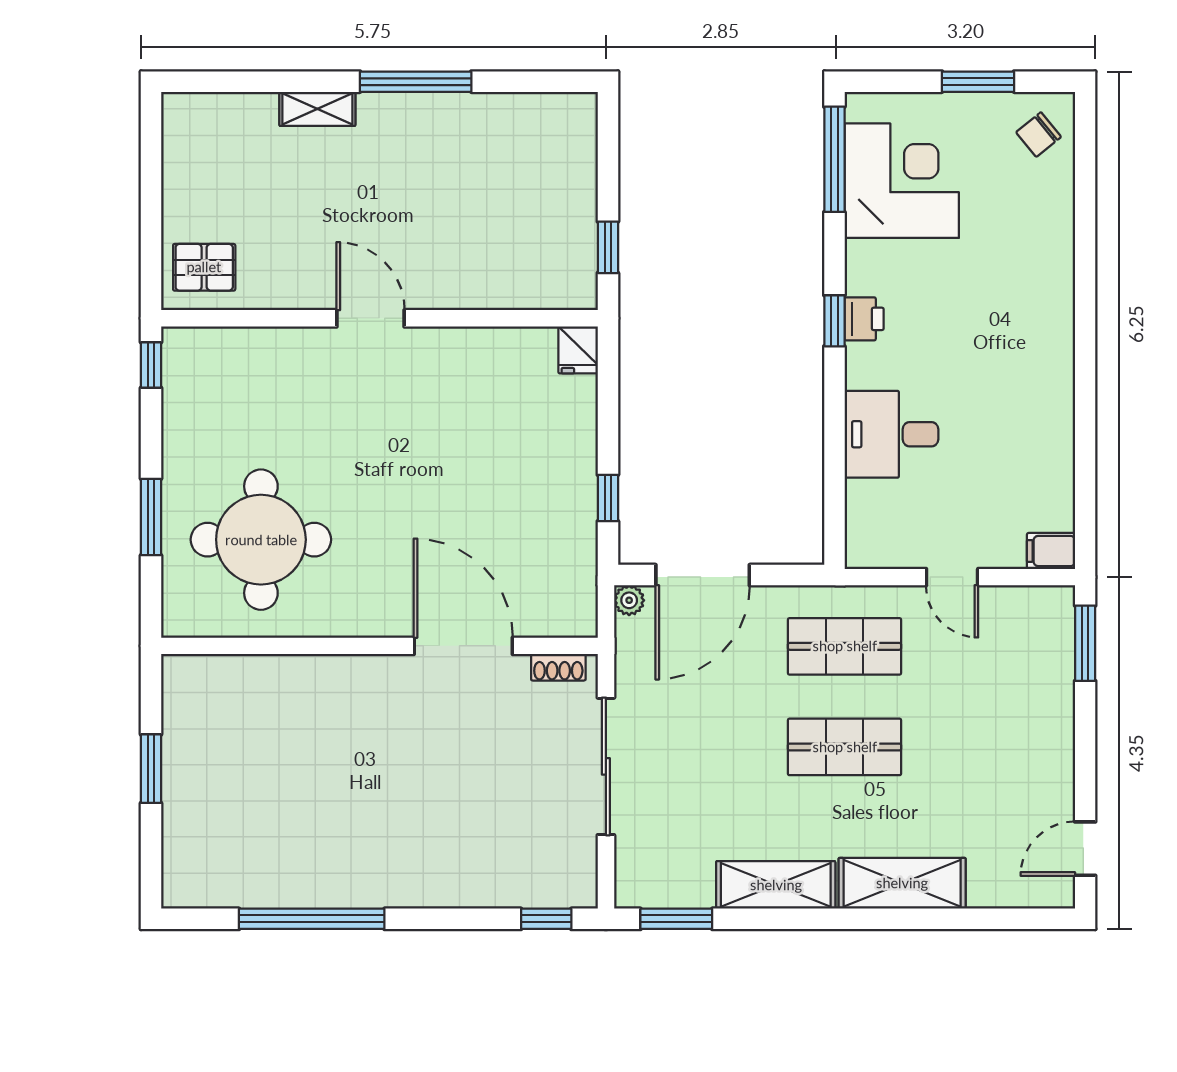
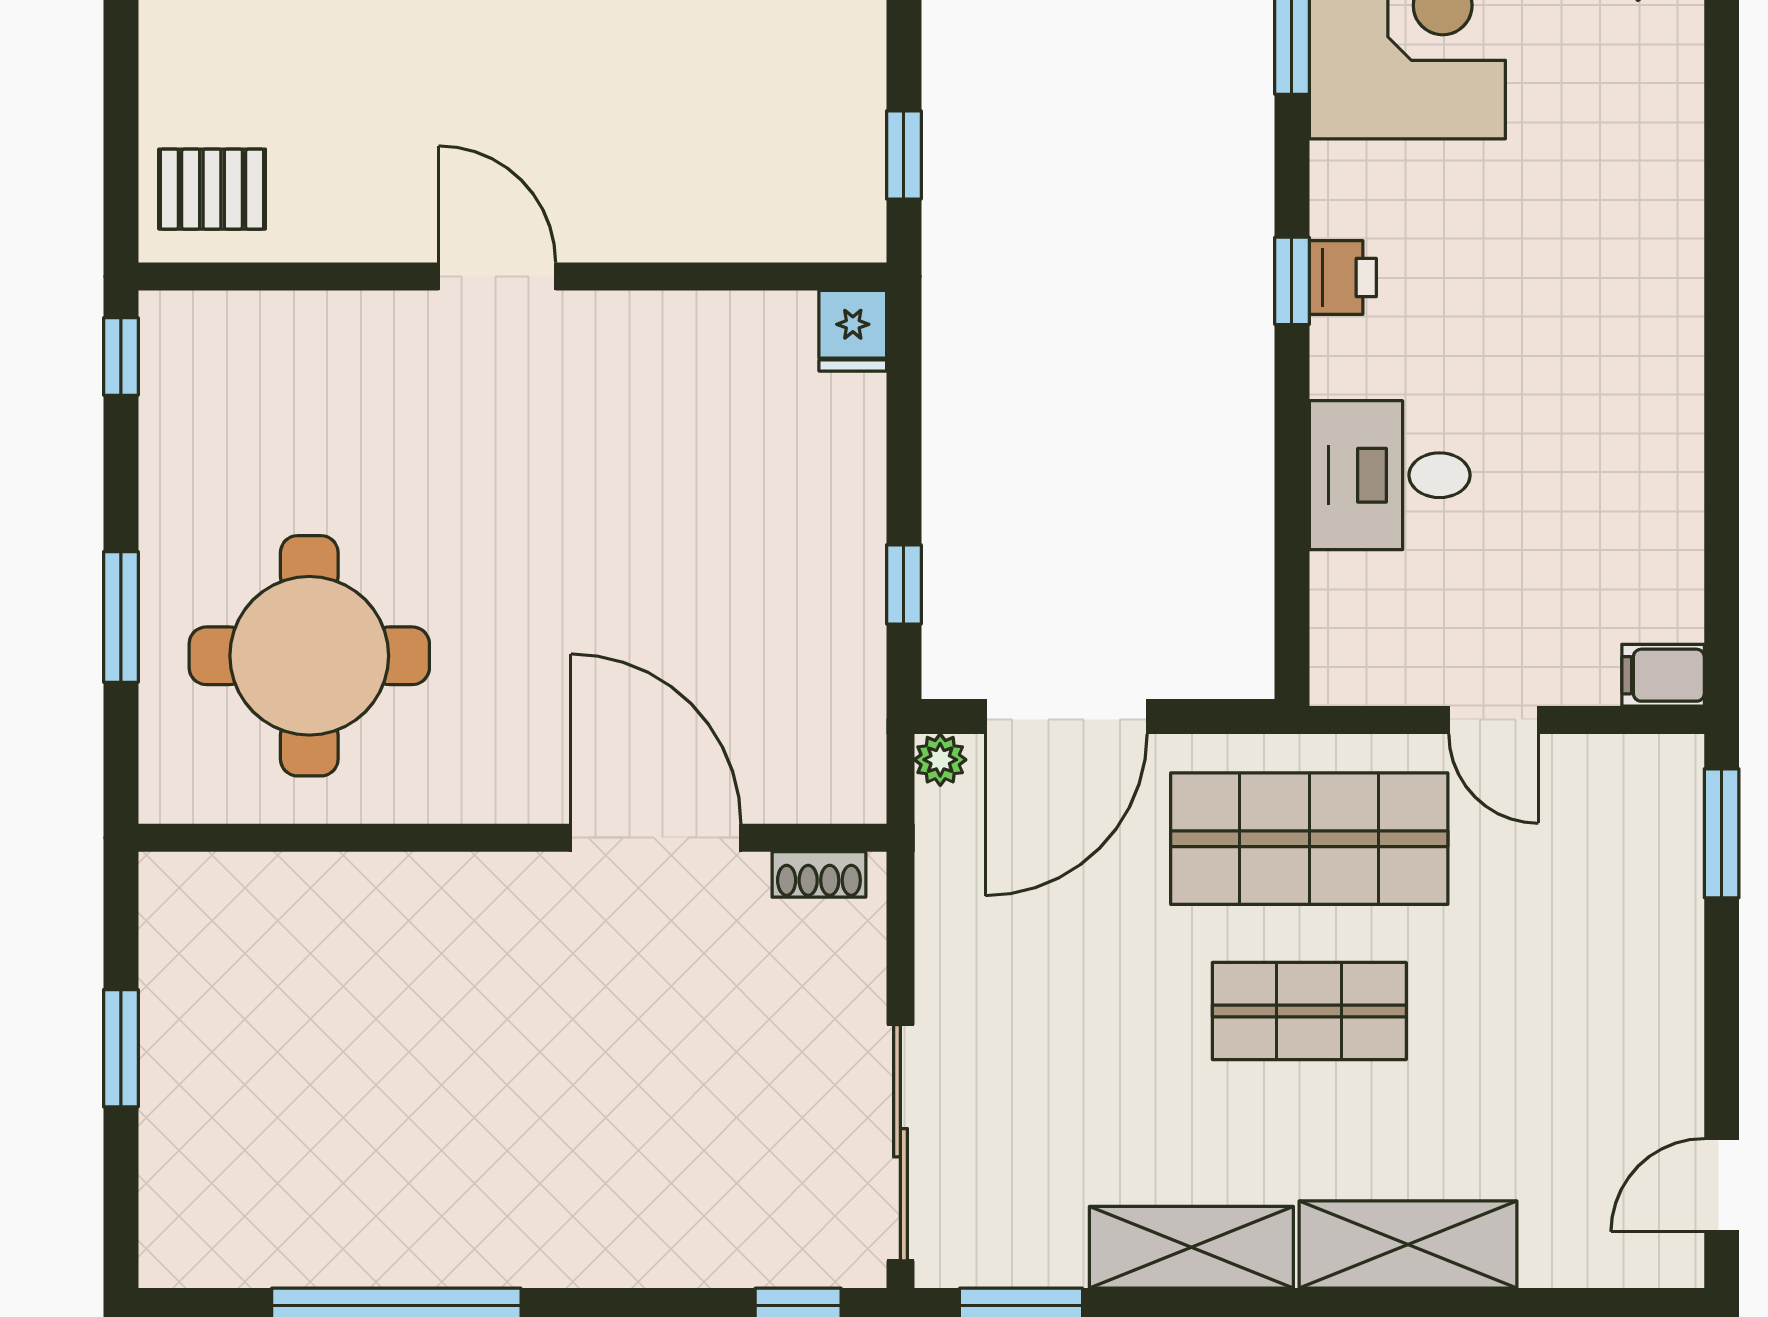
shop shelf: (845, 646) -> (1309, 839), width x1.43, depth x1.36
sliding door: (606, 766) -> (900, 1143), moved

